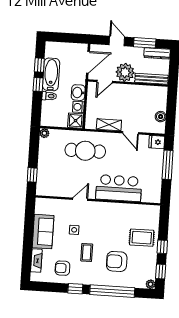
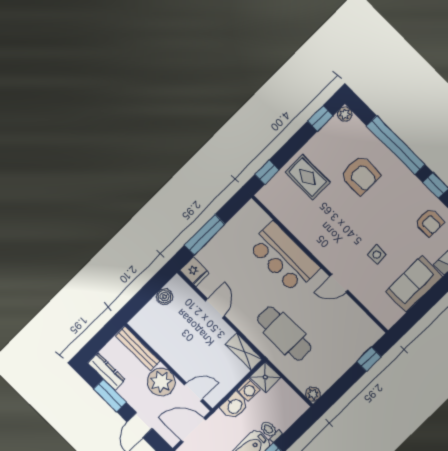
shelving: (109, 125) -> (244, 352), moved
window: (162, 247) -> (267, 172), moved
coffee table: (87, 252) -> (386, 216), removed

